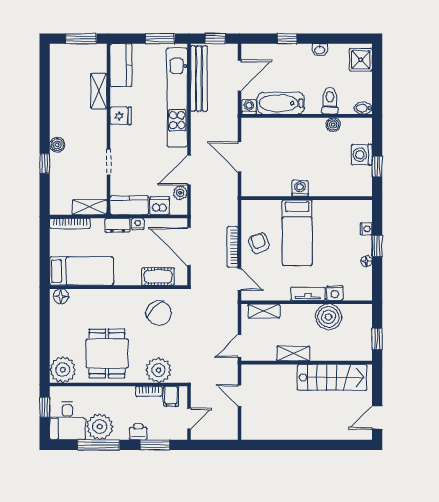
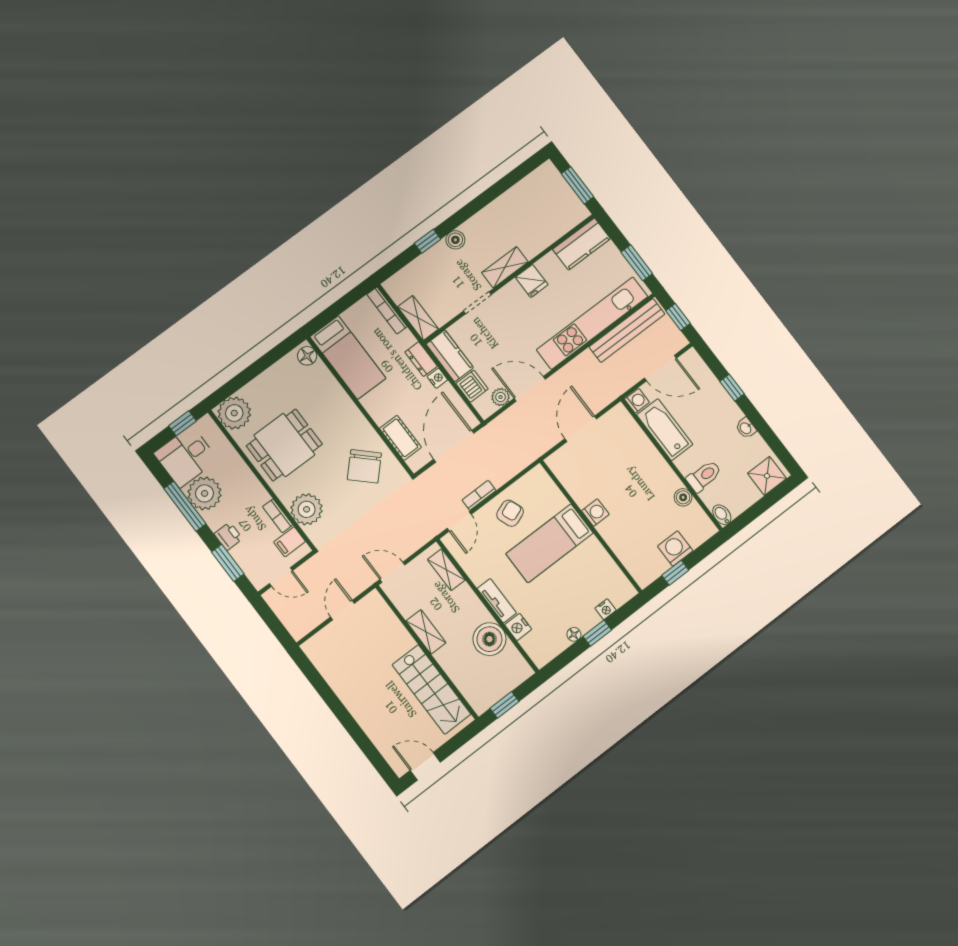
shelving: (99, 91) -> (505, 267), moved
bookcase: (232, 247) -> (479, 495), width x0.64

